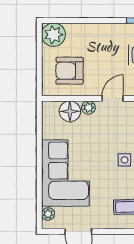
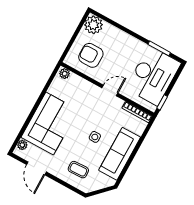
plant: (88, 108) -> (65, 74), moved
floor lamp: (70, 111) -> (76, 83), removed

